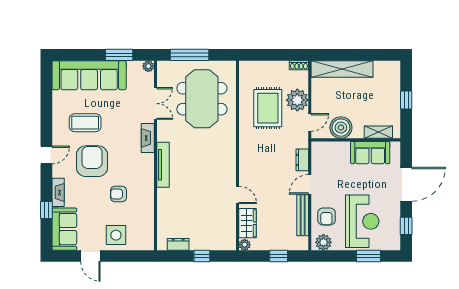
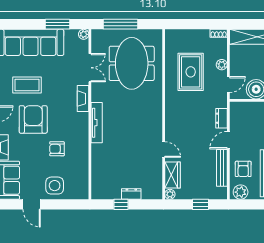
plant: (297, 100) -> (222, 65), width x0.53, depth x0.53
dresser: (178, 244) -> (131, 194), moved
window: (202, 256) -> (121, 204), moved

